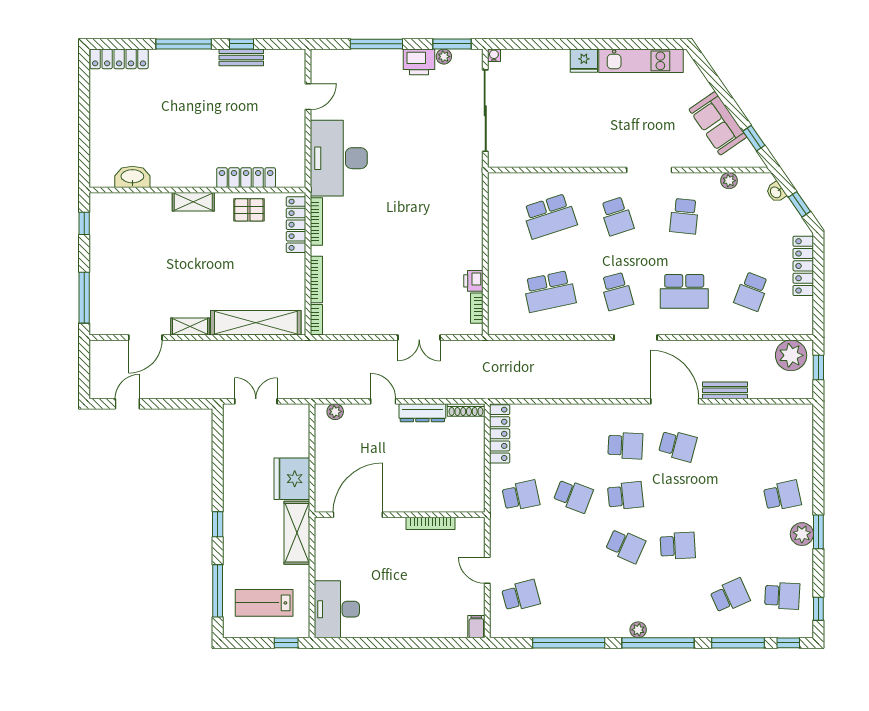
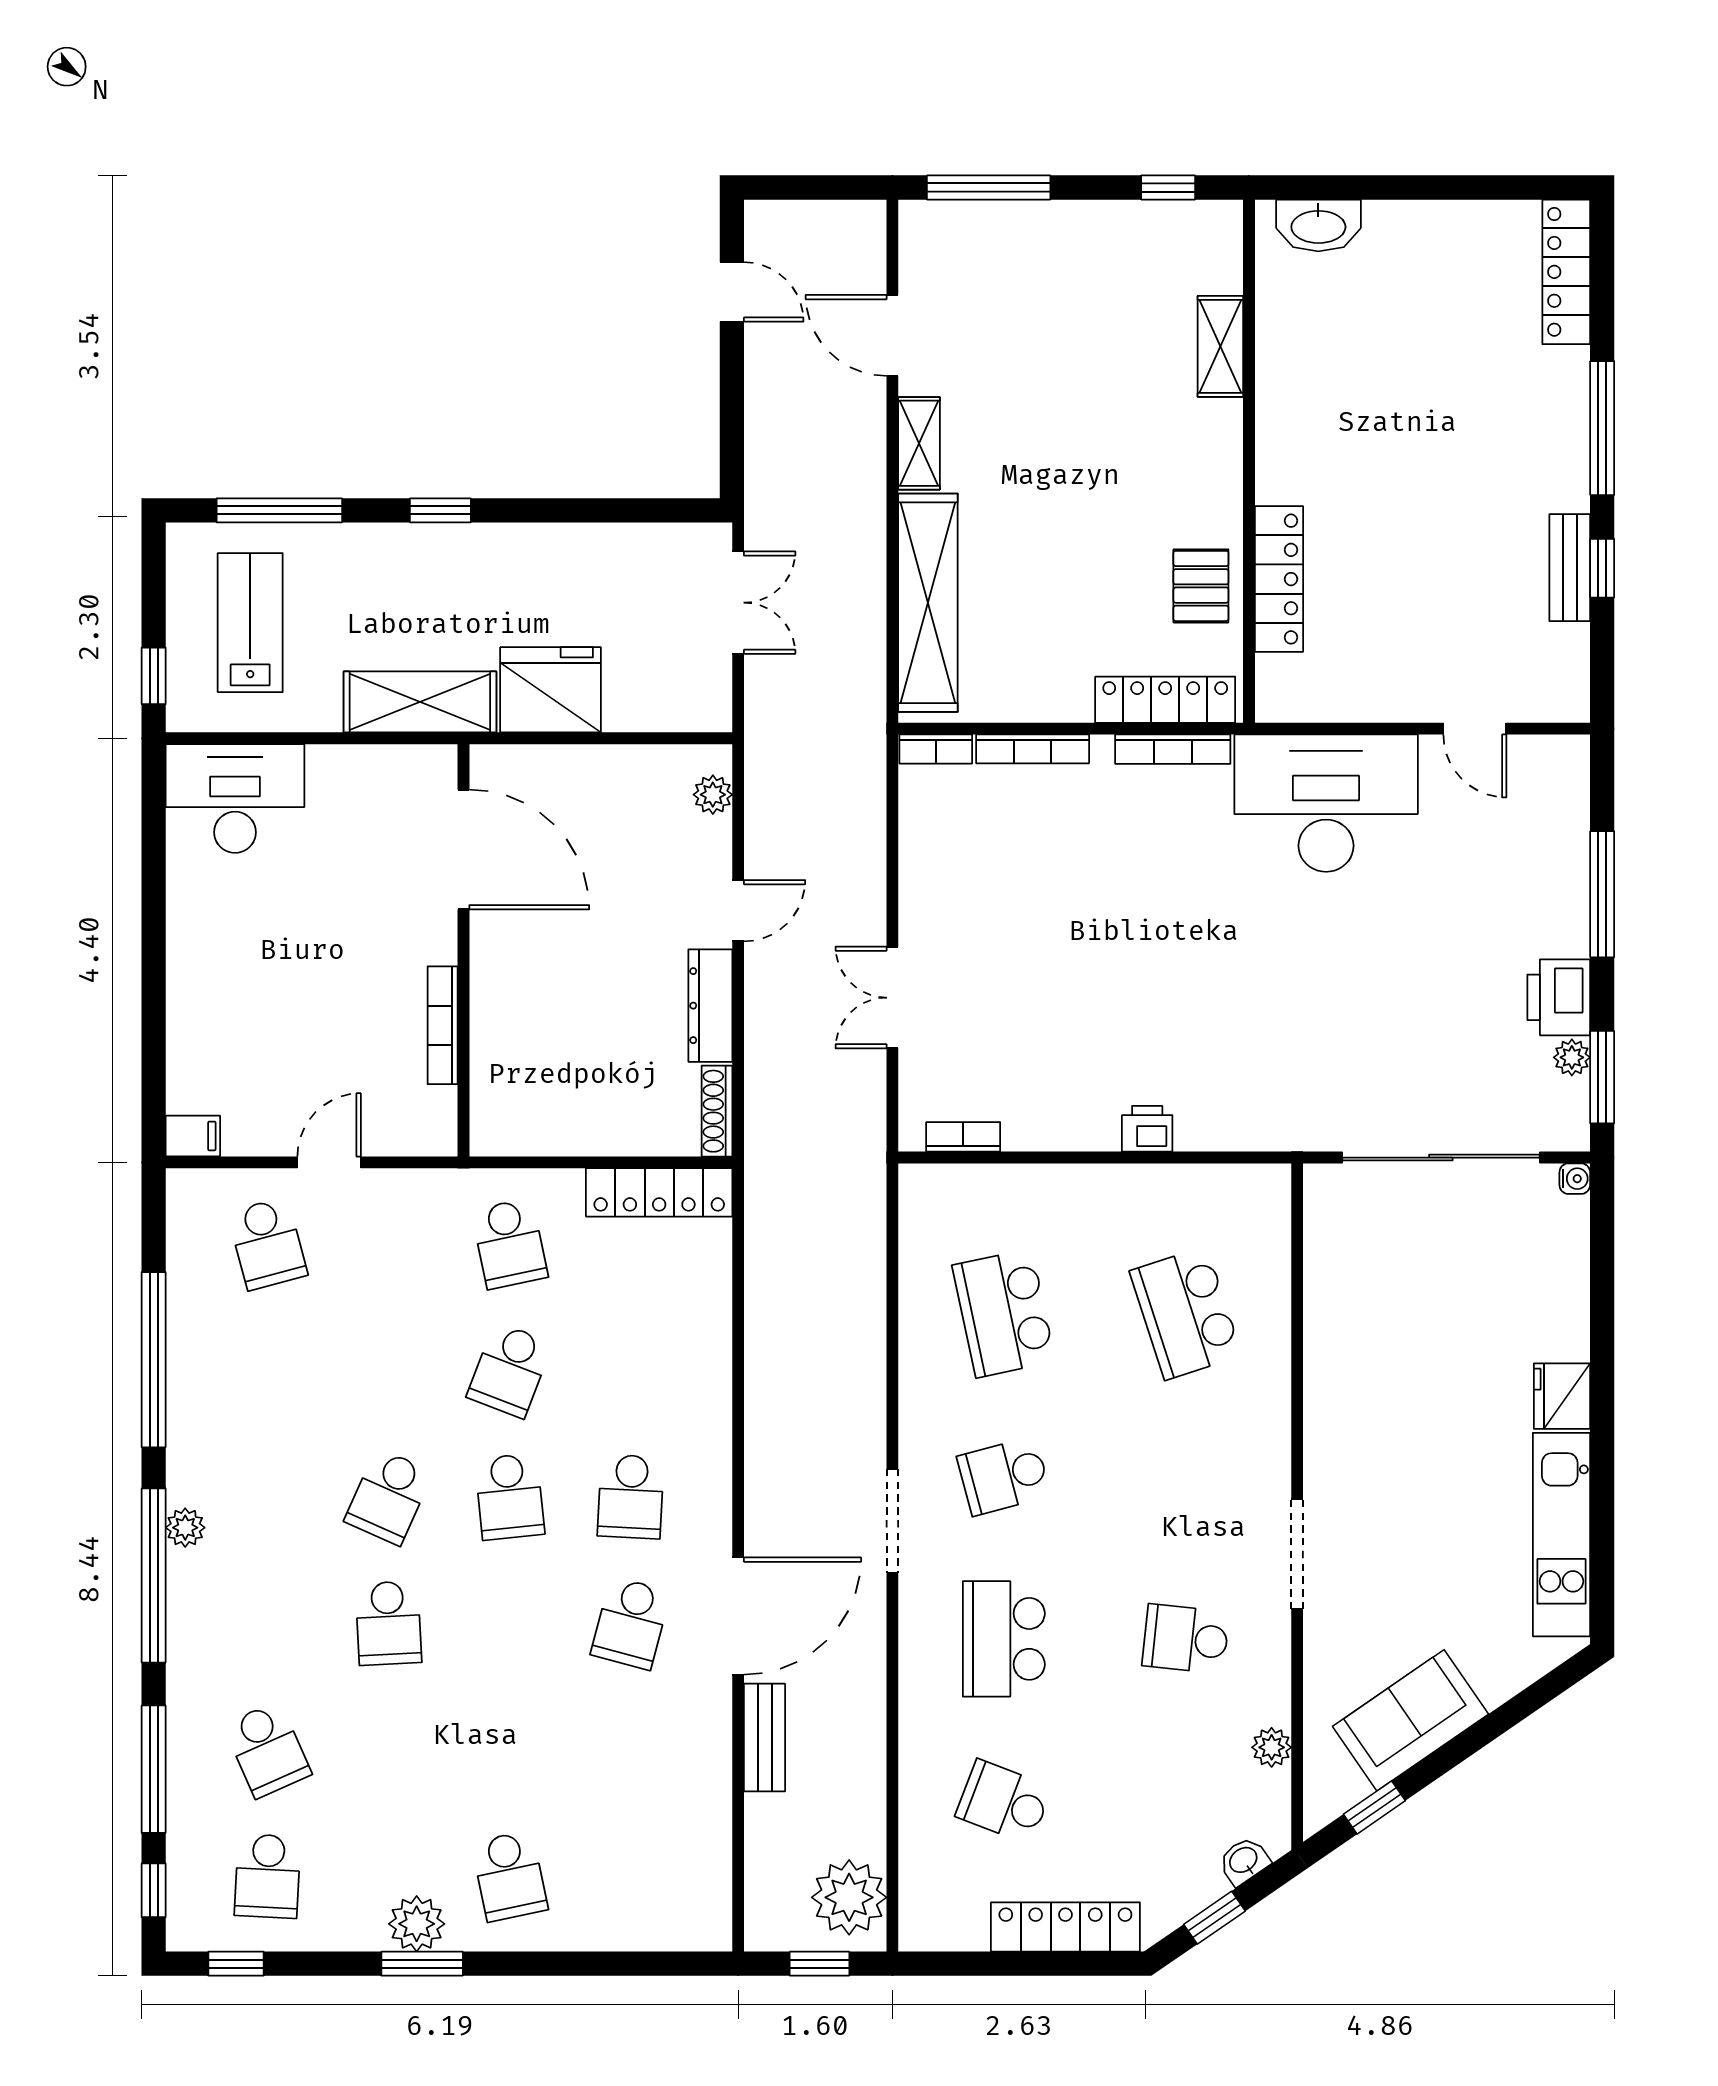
washbasin: (132, 177) -> (1318, 225), moved, turned 90
shelving: (193, 202) -> (1220, 346), moved
school desk: (617, 216) -> (1186, 1476), removed
printer: (473, 281) -> (1147, 1129), moved

